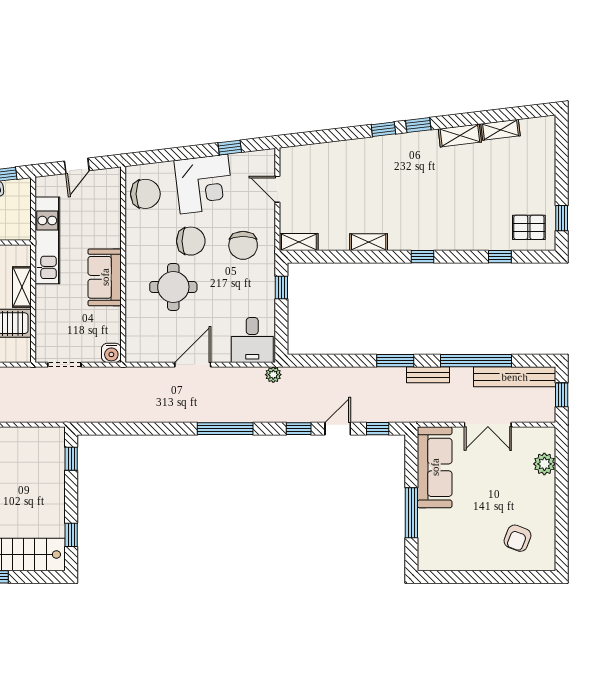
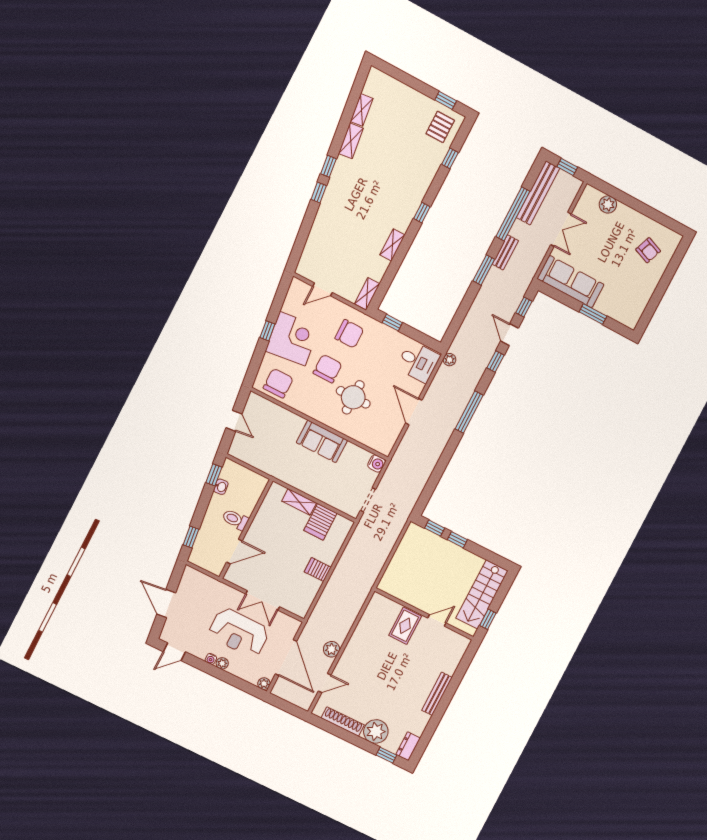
window: (230, 148) -> (267, 331), moved
kitchen unit: (47, 240) -> (276, 468), removed
window: (411, 513) -> (593, 314), width x0.69
window: (71, 535) -> (457, 540), moved

